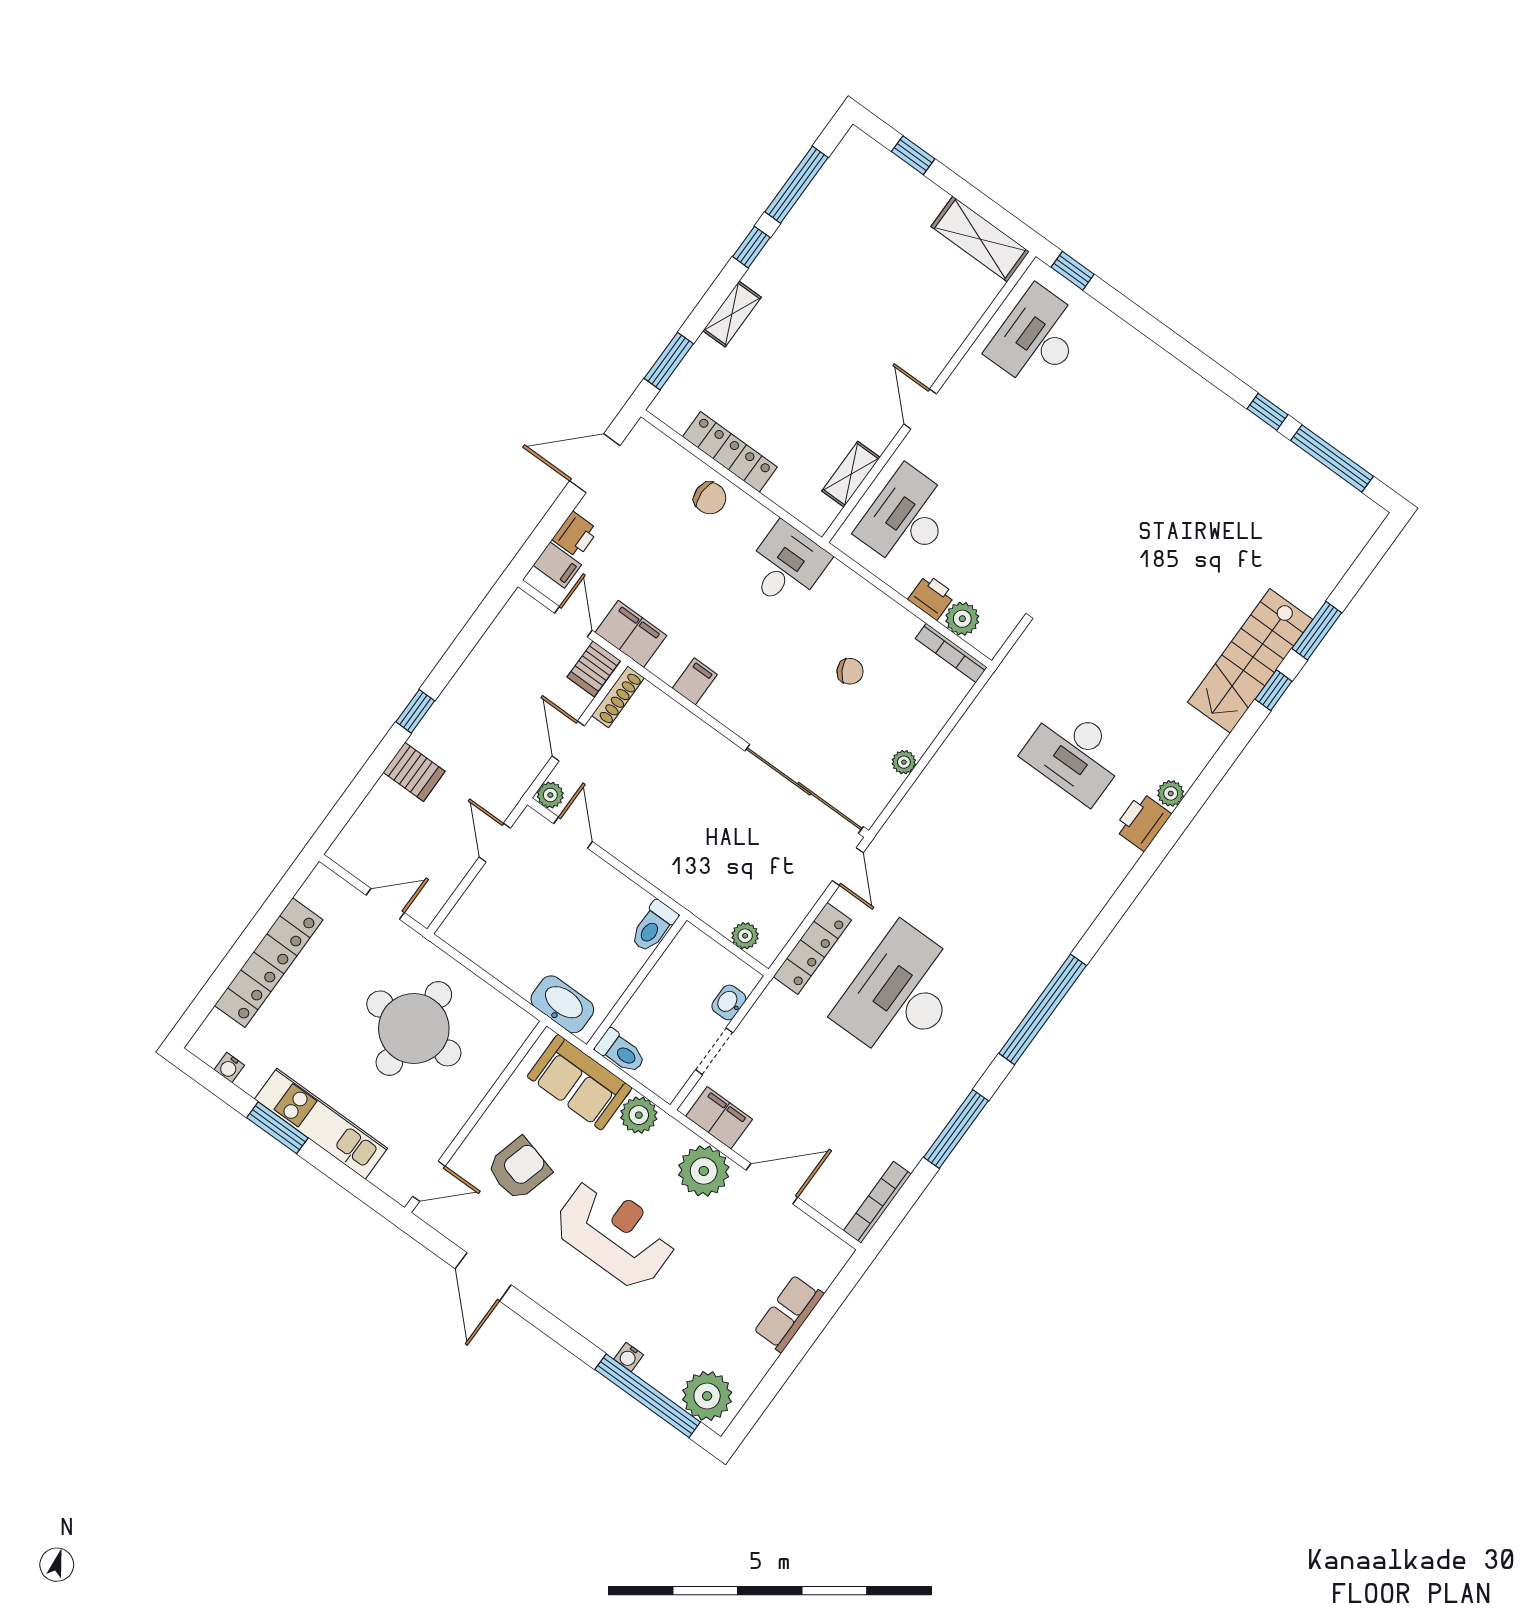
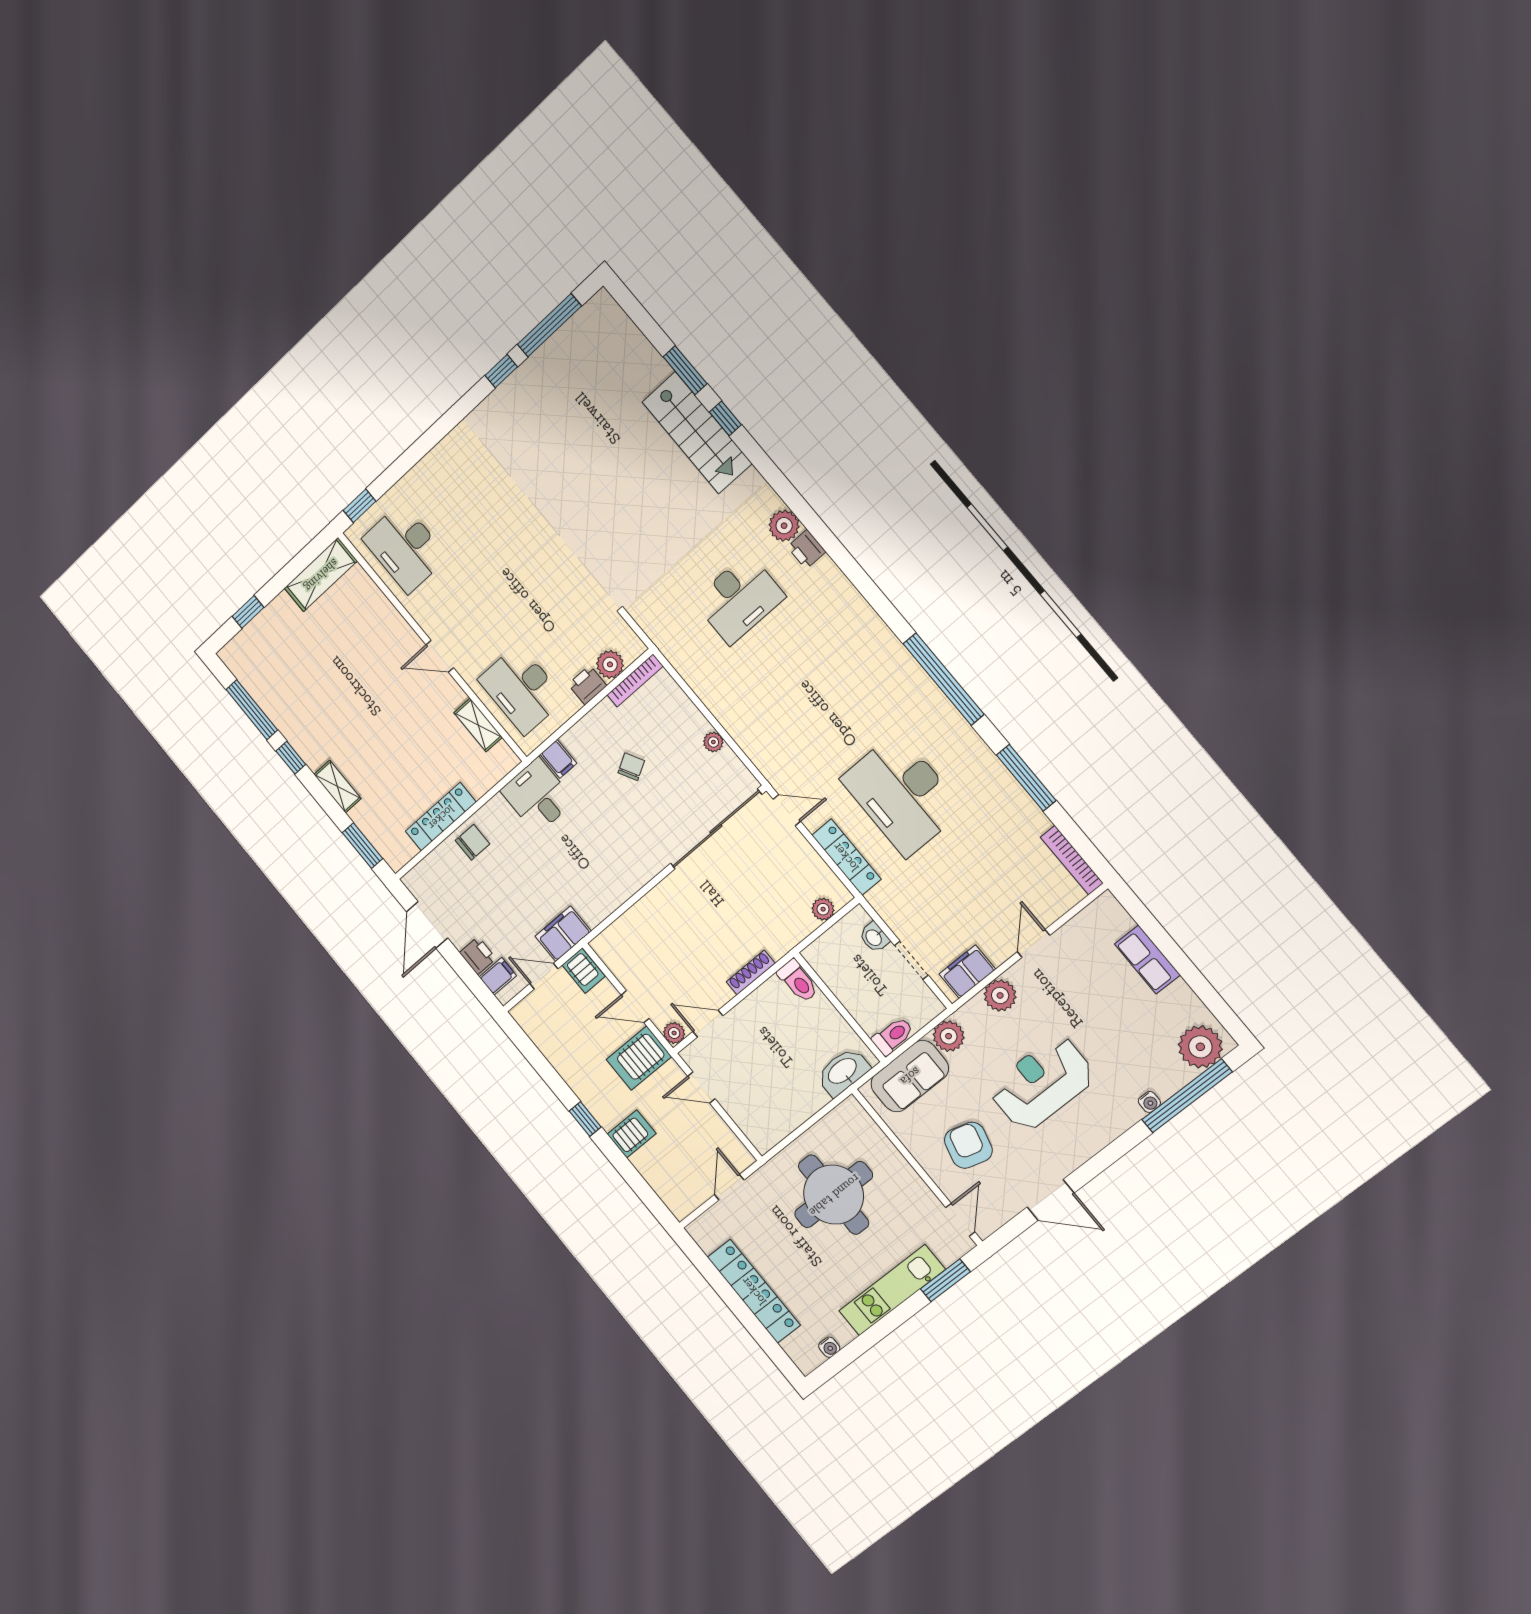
filing cabinet: (695, 681) -> (558, 759), moved, turned 180
shoe rack: (618, 697) -> (751, 973), moved, turned -90
server rack: (508, 760) -> (639, 1058), added
plant: (1171, 793) -> (784, 526), width x1.38, depth x1.38
printer: (1142, 822) -> (807, 549), width x0.73, depth x0.81
window: (277, 1128) -> (945, 1280), moved
plant: (704, 1171) -> (1000, 995), width x0.73, depth x0.73
door: (772, 1184) -> (1034, 943), width x0.73

